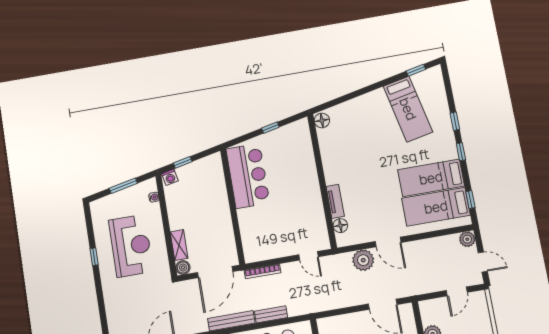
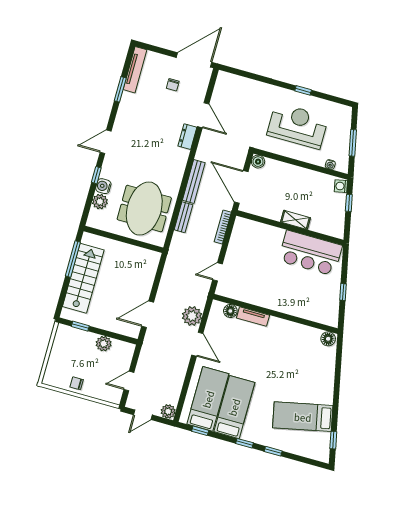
door: (388, 242) -> (197, 344), swing flipped
shelving: (179, 245) -> (296, 220), moved
reception desk: (131, 246) -> (298, 126), turned 180
door: (457, 291) -> (129, 381), hinge flipped

